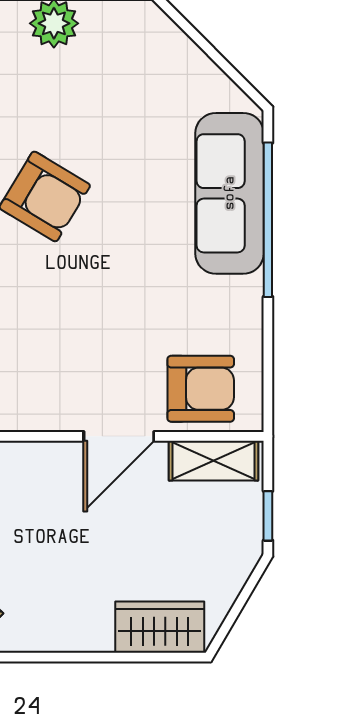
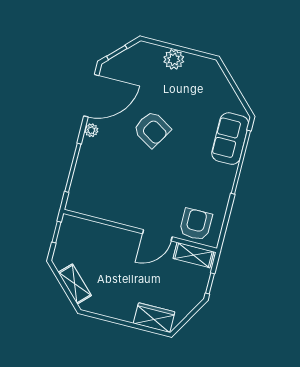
sofa: (230, 193) -> (230, 139), width x0.73
armchair: (201, 389) -> (196, 224), turned -90

